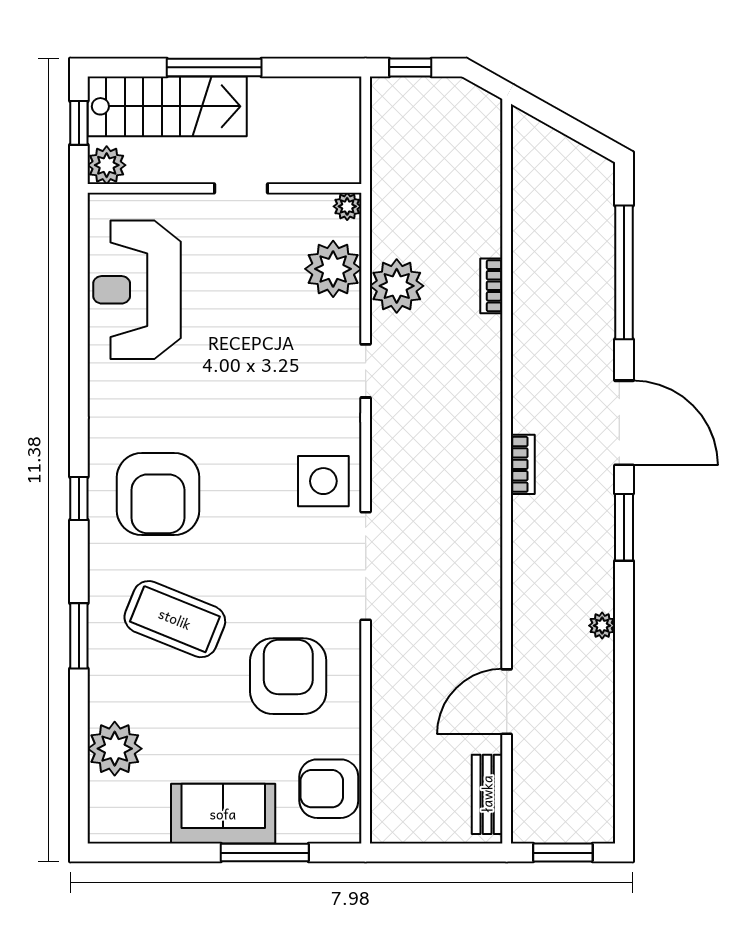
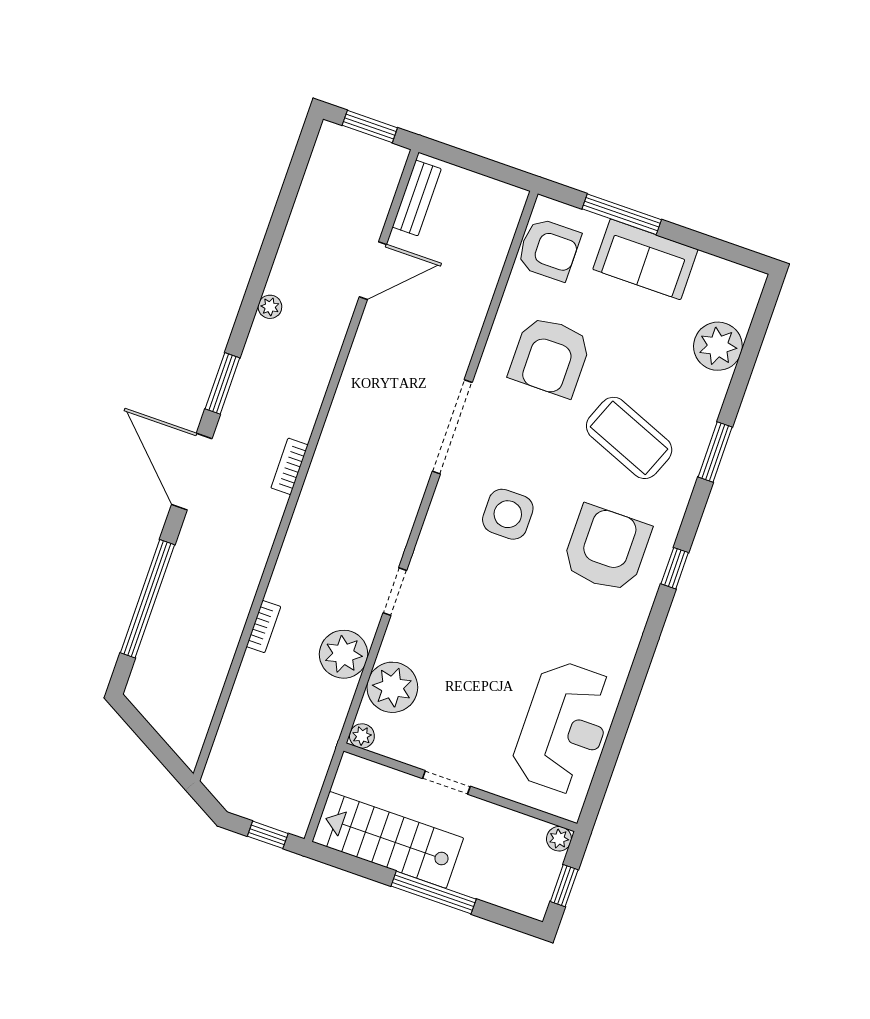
stairs: (167, 106) -> (388, 840), moved
plant: (107, 165) -> (559, 839), width x0.73, depth x0.73
side table: (323, 481) -> (508, 514), moved

